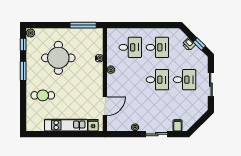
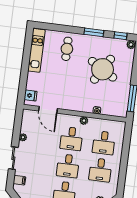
round table: (58, 58) -> (103, 69), turned 31
desk: (130, 80) -> (71, 139), added
kitchen unit: (66, 125) -> (36, 50), moved

